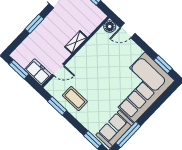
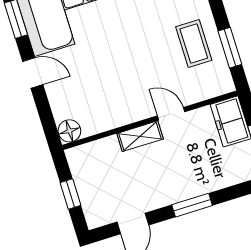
door: (128, 31) -> (33, 73), moved
door: (58, 70) -> (171, 114), moved

